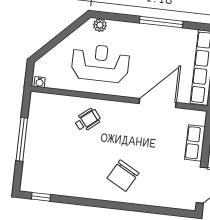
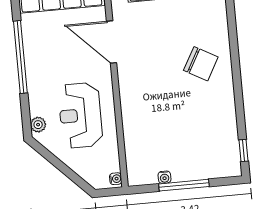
window: (161, 22) -> (20, 57), width x1.46
wheelchair: (88, 120) -> (147, 116), removed
water cooler: (32, 124) -> (164, 177), added

